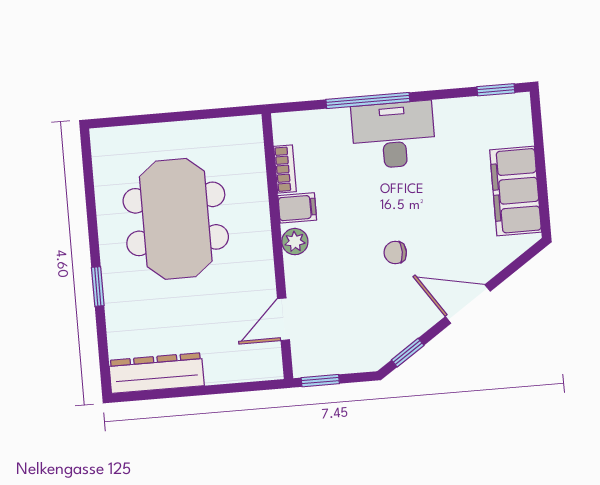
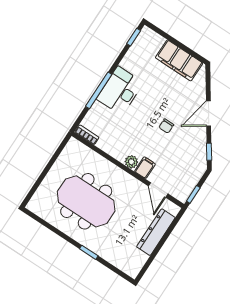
bookcase: (285, 169) -> (87, 135), moved
filing cabinet: (297, 208) -> (145, 168), moved
dresser: (156, 373) -> (156, 232), moved

